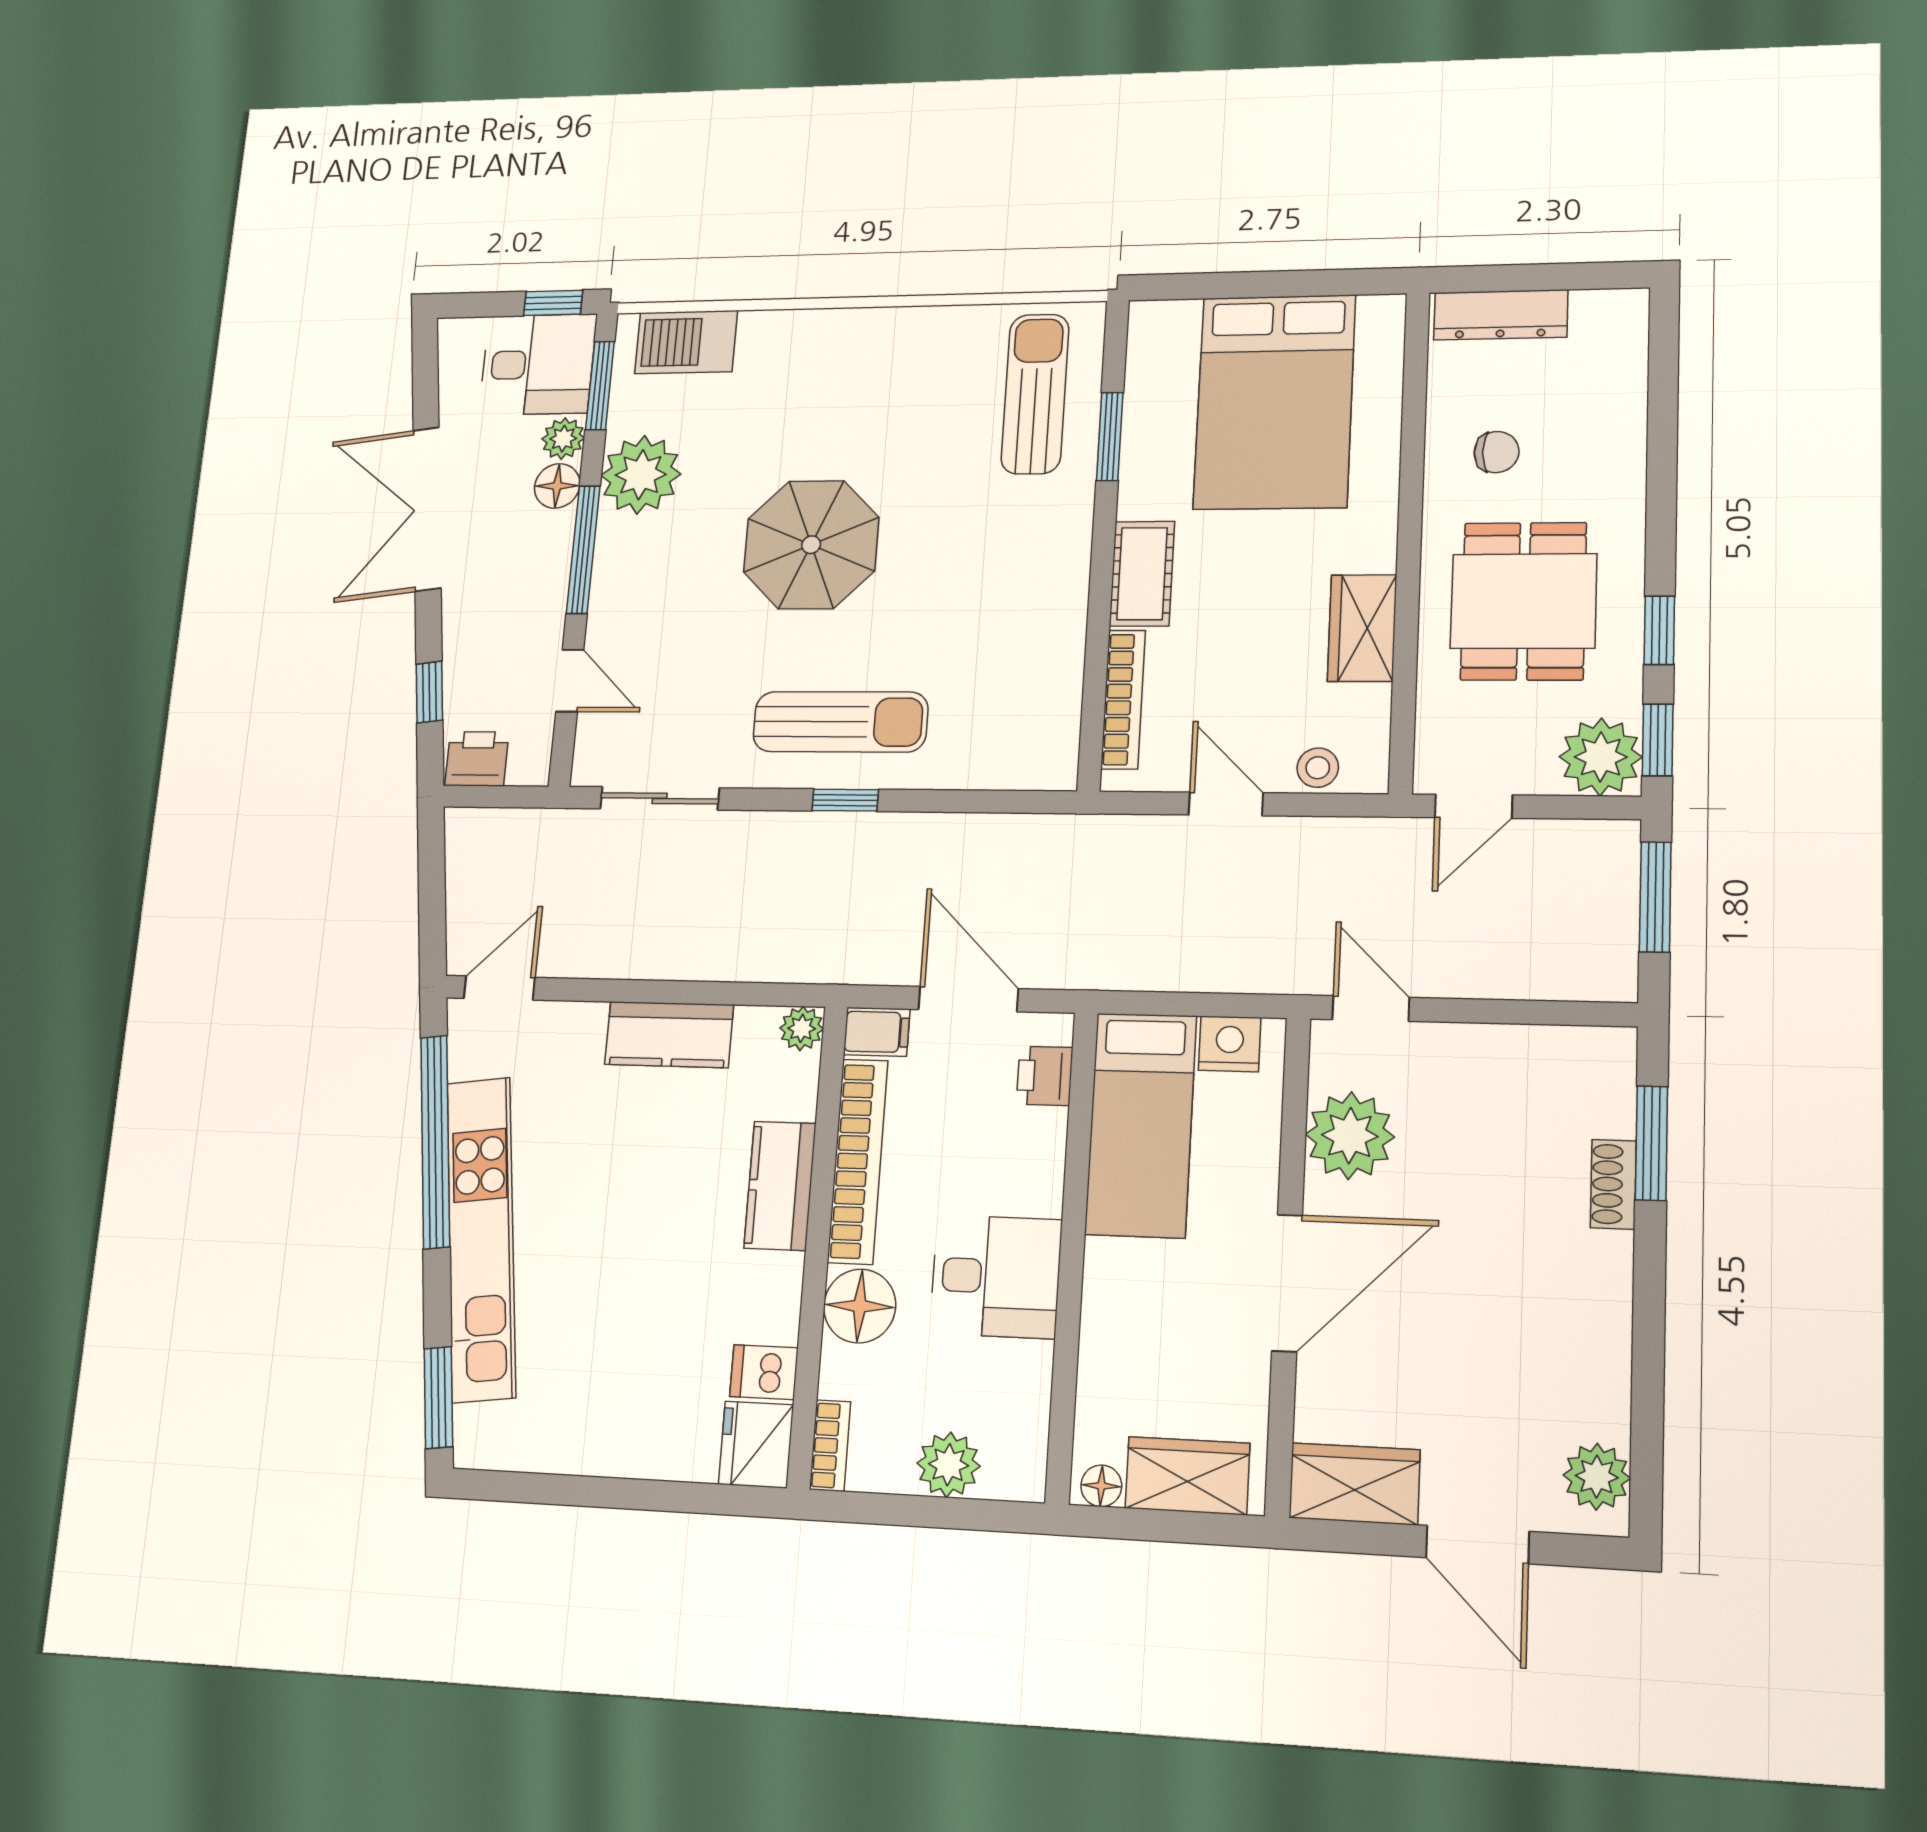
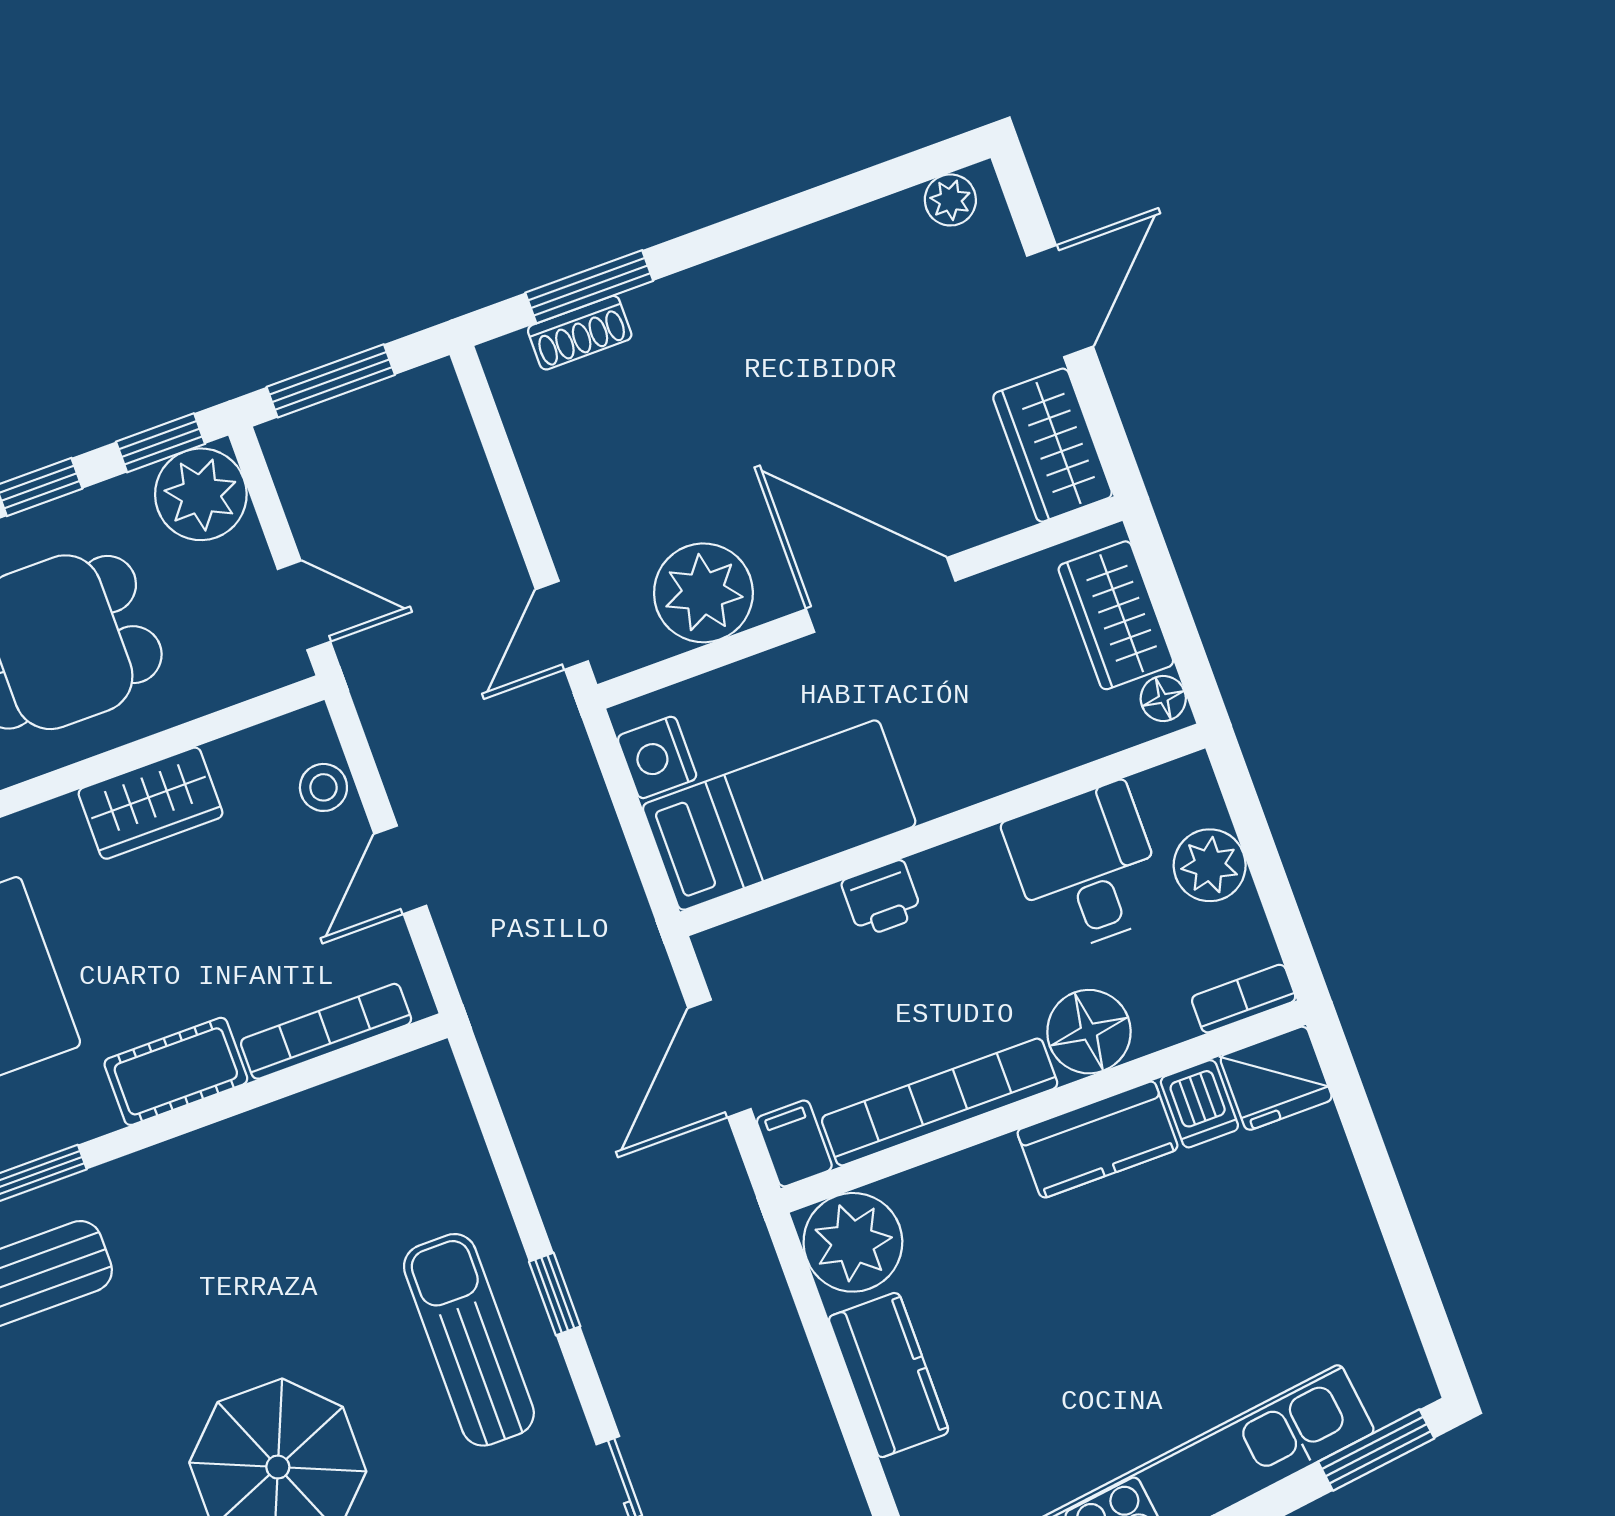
plant: (802, 1028) -> (853, 1242), width x1.88, depth x1.88
printer: (1045, 1076) -> (882, 899), moved
shoe rack: (1613, 1184) -> (580, 333), moved
kitchen counter: (780, 1186) -> (1098, 1140), moved
desk: (996, 1276) -> (1086, 868), moved
plant: (1597, 1477) -> (950, 200), width x0.73, depth x0.73

